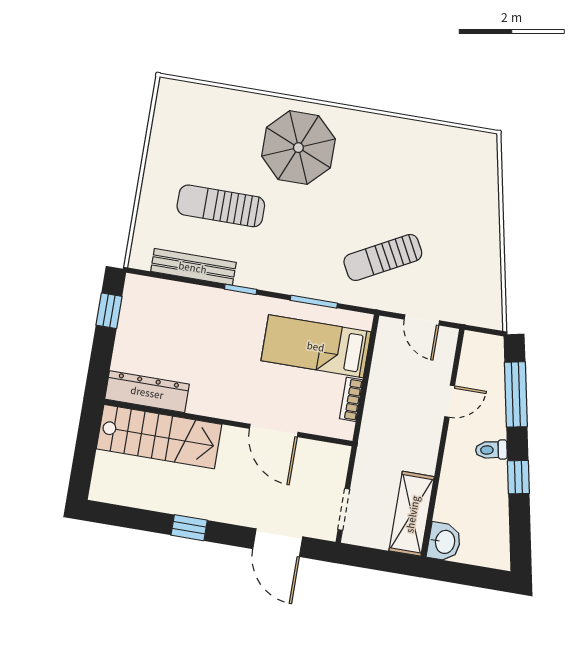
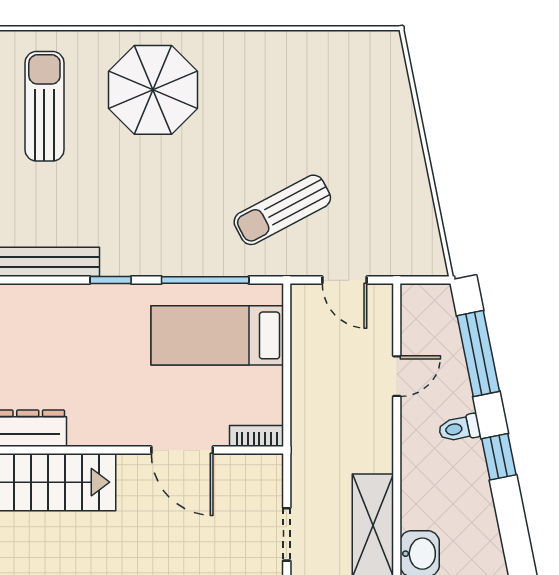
sun lounger: (221, 206) -> (44, 106), moved, turned 90
window: (314, 302) -> (205, 280), width x1.44
bookcase: (351, 399) -> (257, 436), moved, turned 90

